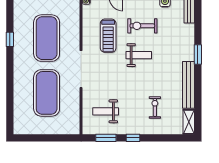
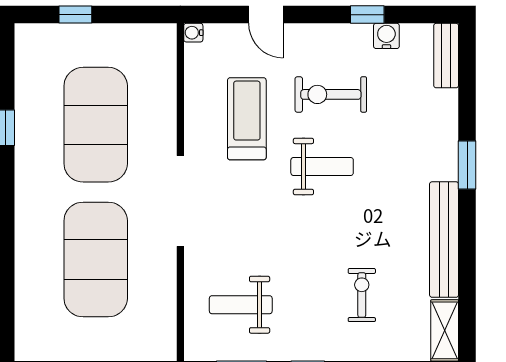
treadmill: (108, 36) -> (247, 119), turned 180

